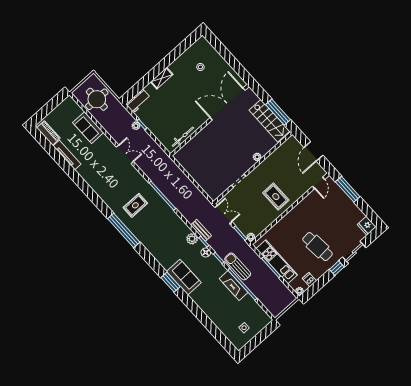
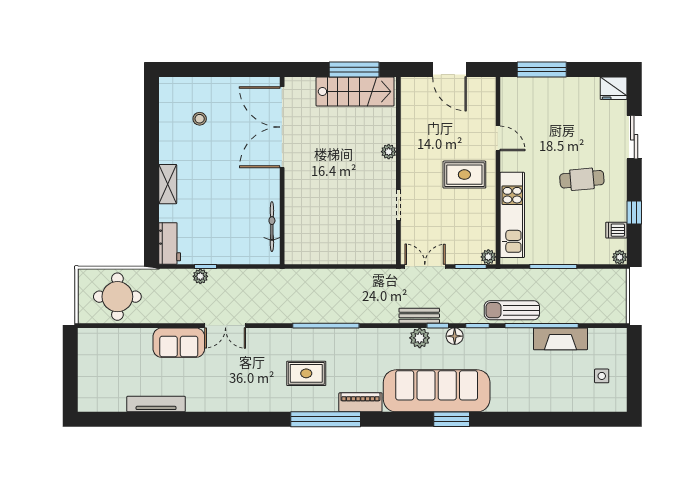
sofa: (88, 128) -> (179, 343), moved
piano: (48, 133) -> (360, 402), moved
double door: (125, 154) -> (225, 326), swing flipped
door: (319, 183) -> (498, 138), moved
rug: (135, 205) -> (306, 373), turned 90
cafe table: (318, 247) -> (582, 179), width x0.73, depth x0.74
kitchen unit: (277, 262) -> (512, 215), moved, turned 90
window: (337, 268) -> (634, 212), moved
sofa: (184, 277) -> (437, 391), width x1.85, depth x1.27
fireplace: (234, 285) -> (560, 339), moved

